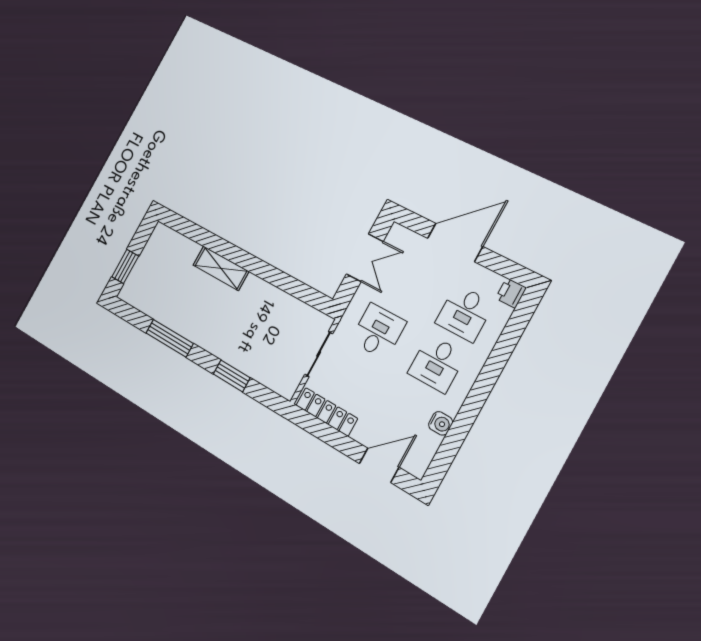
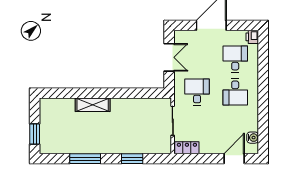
desk: (465, 313) -> (235, 59), turned 180
locker: (327, 412) -> (187, 148), width x0.66
water cooler: (441, 423) -> (253, 138), moved

